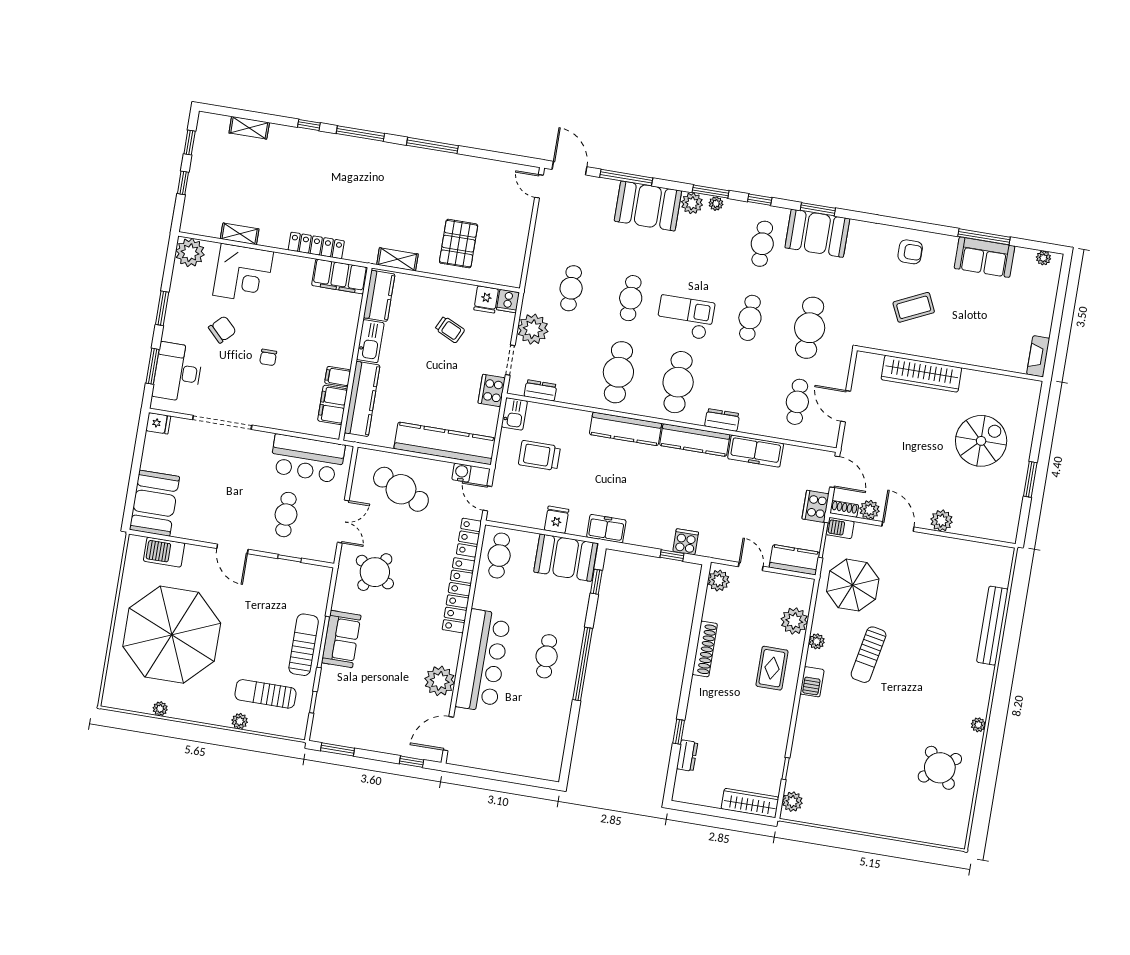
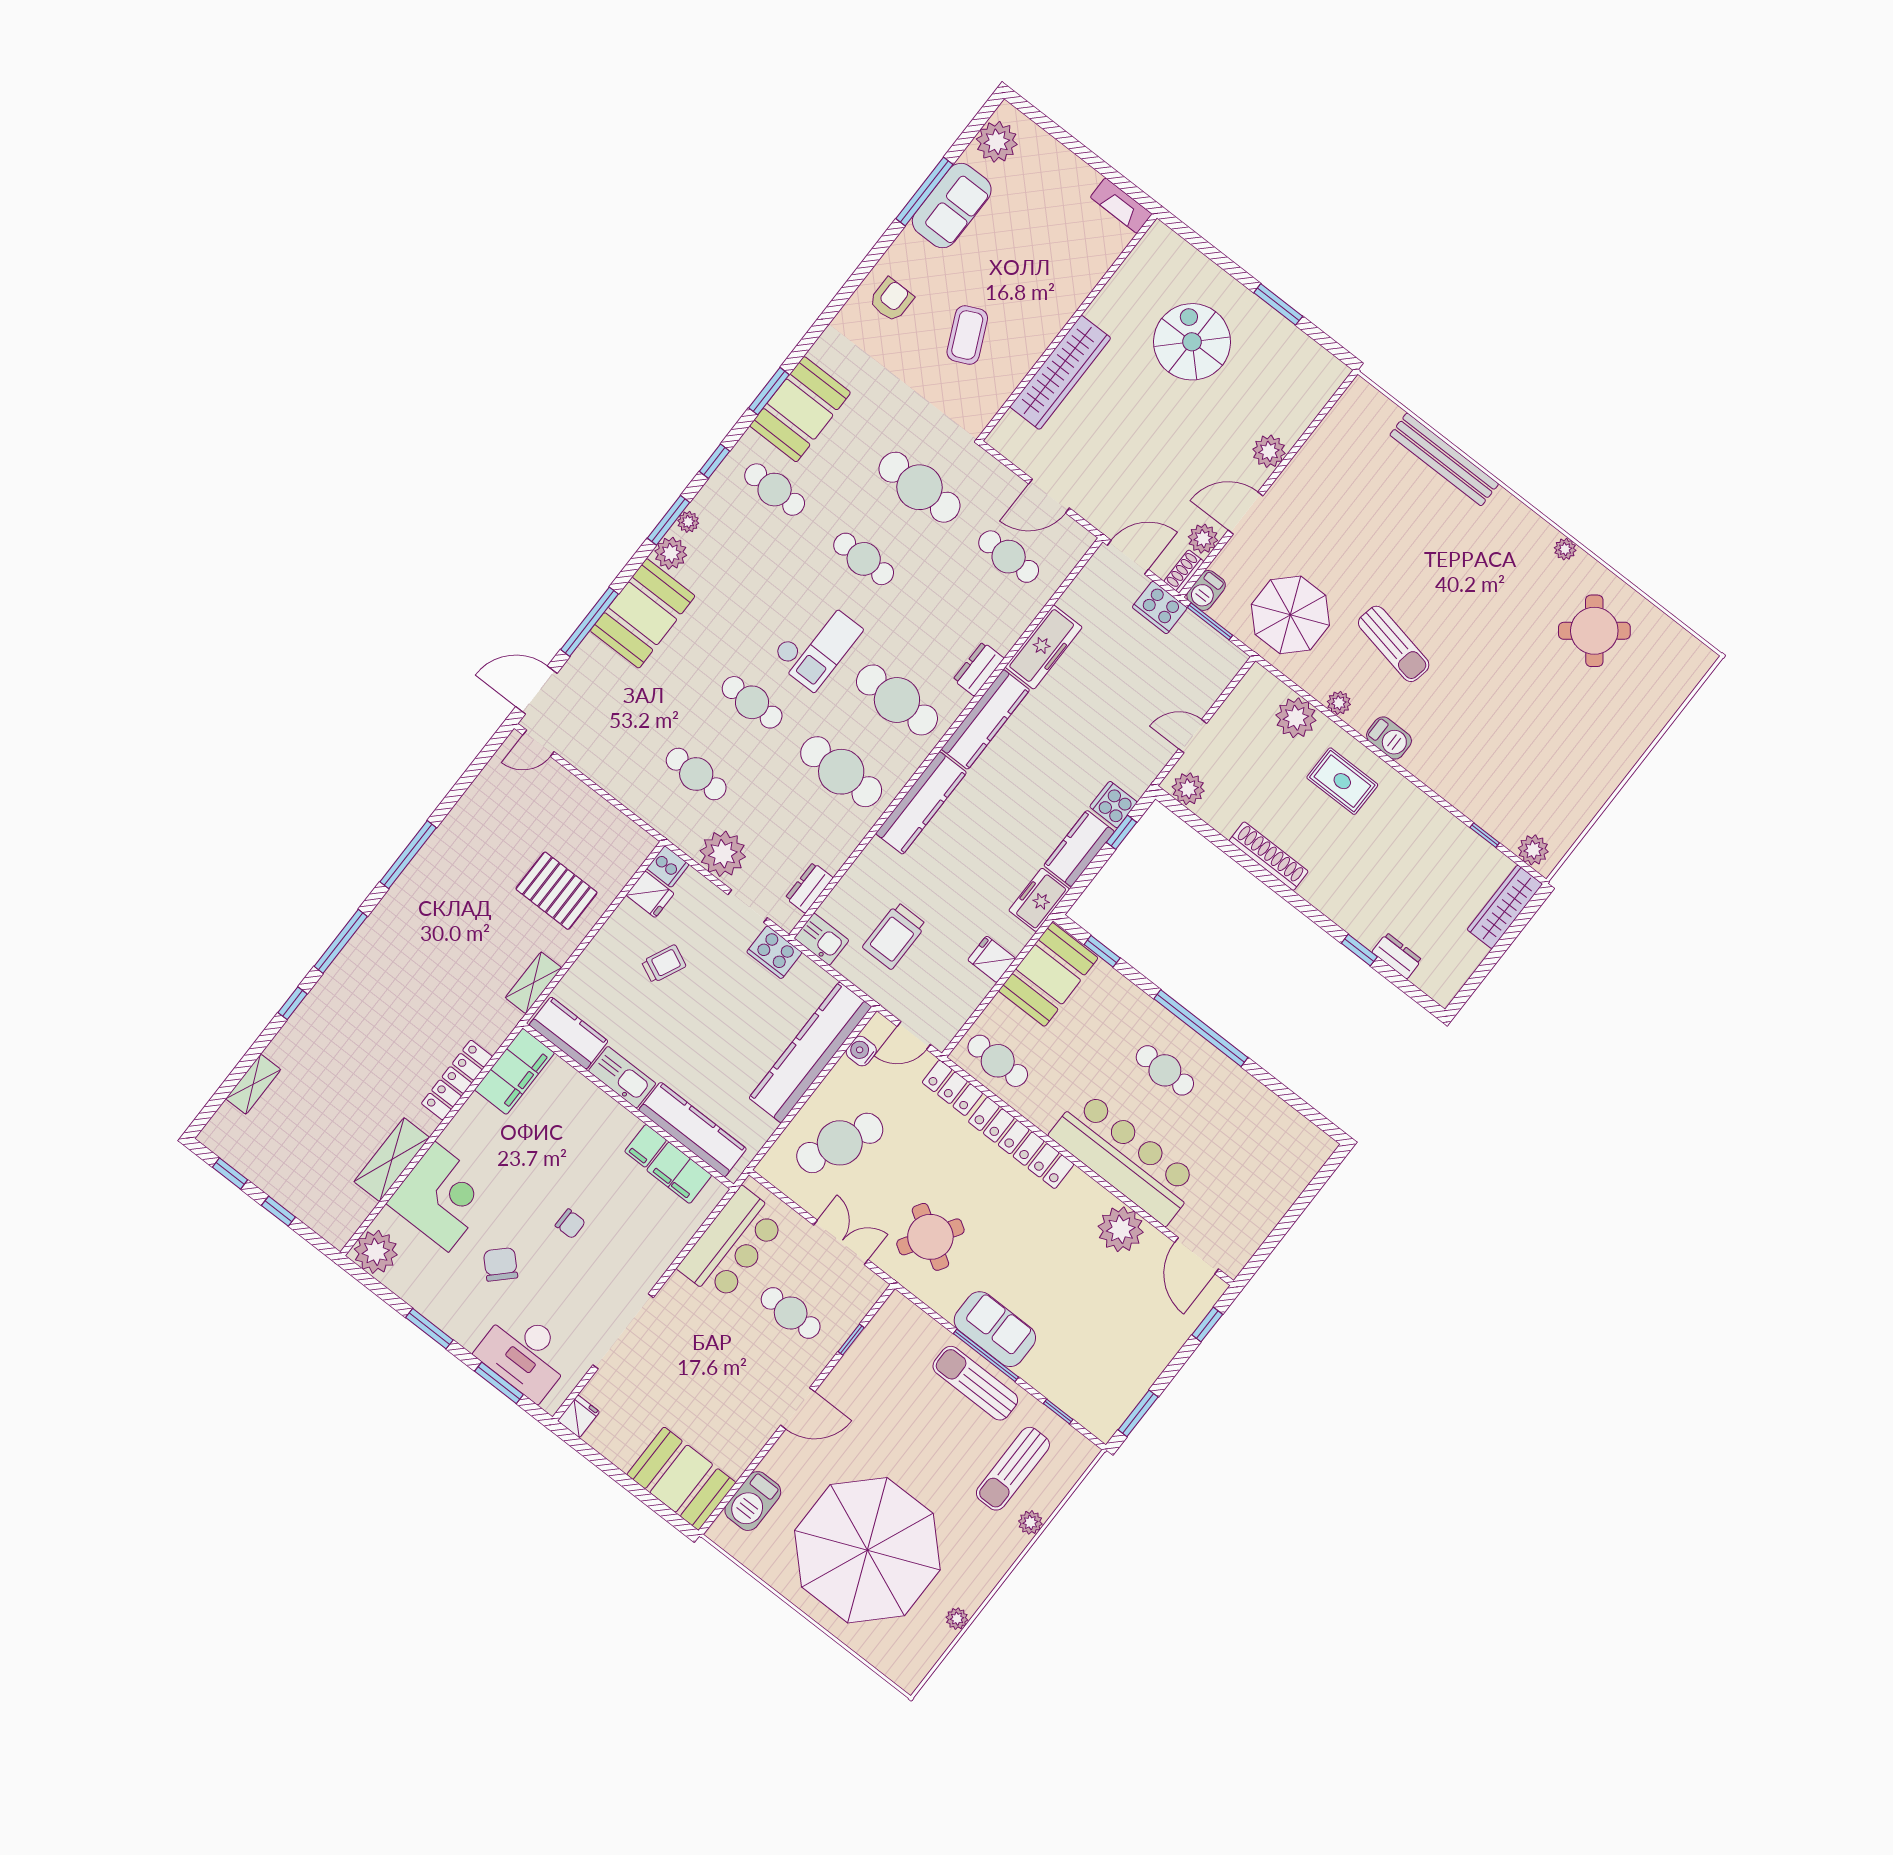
shelving: (240, 234) -> (392, 1160), width x1.50, depth x1.33
plant: (1043, 258) -> (997, 142), width x1.87, depth x1.87
checkout: (685, 317) -> (817, 644), turned 180
kitchen counter: (794, 560) -> (1079, 849), moved

